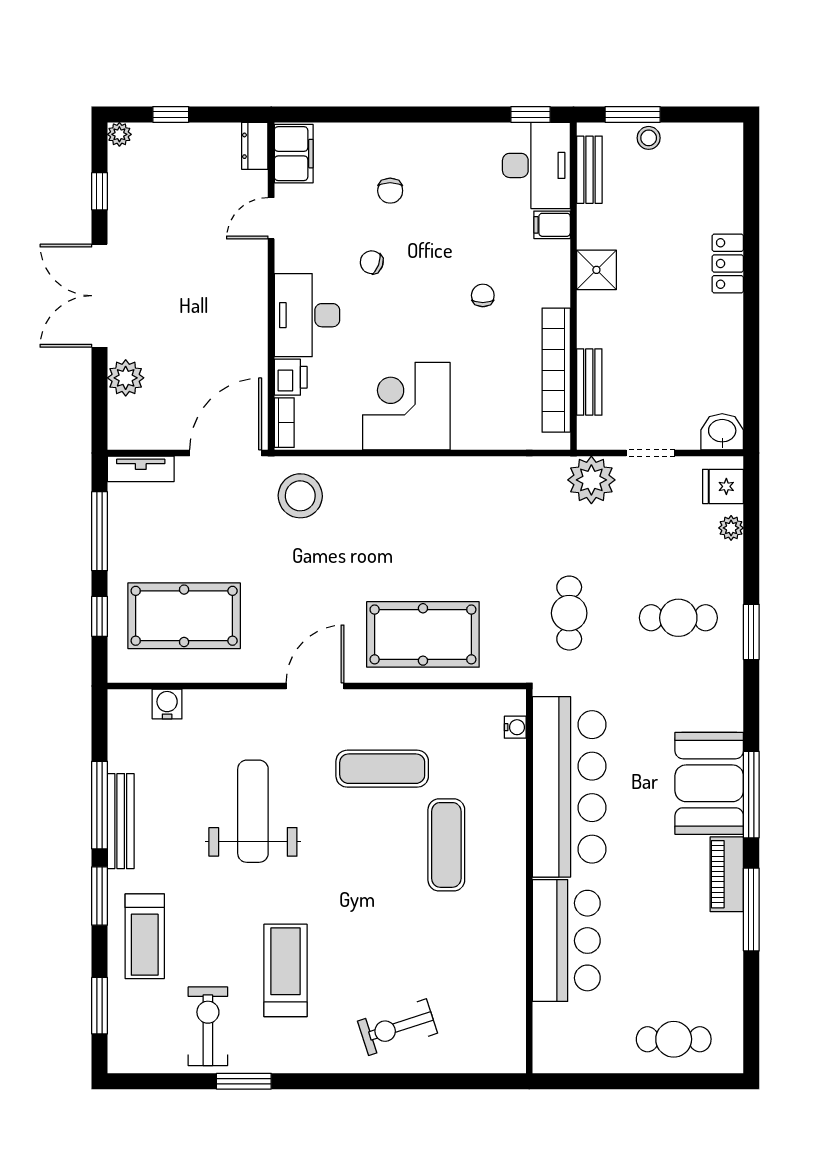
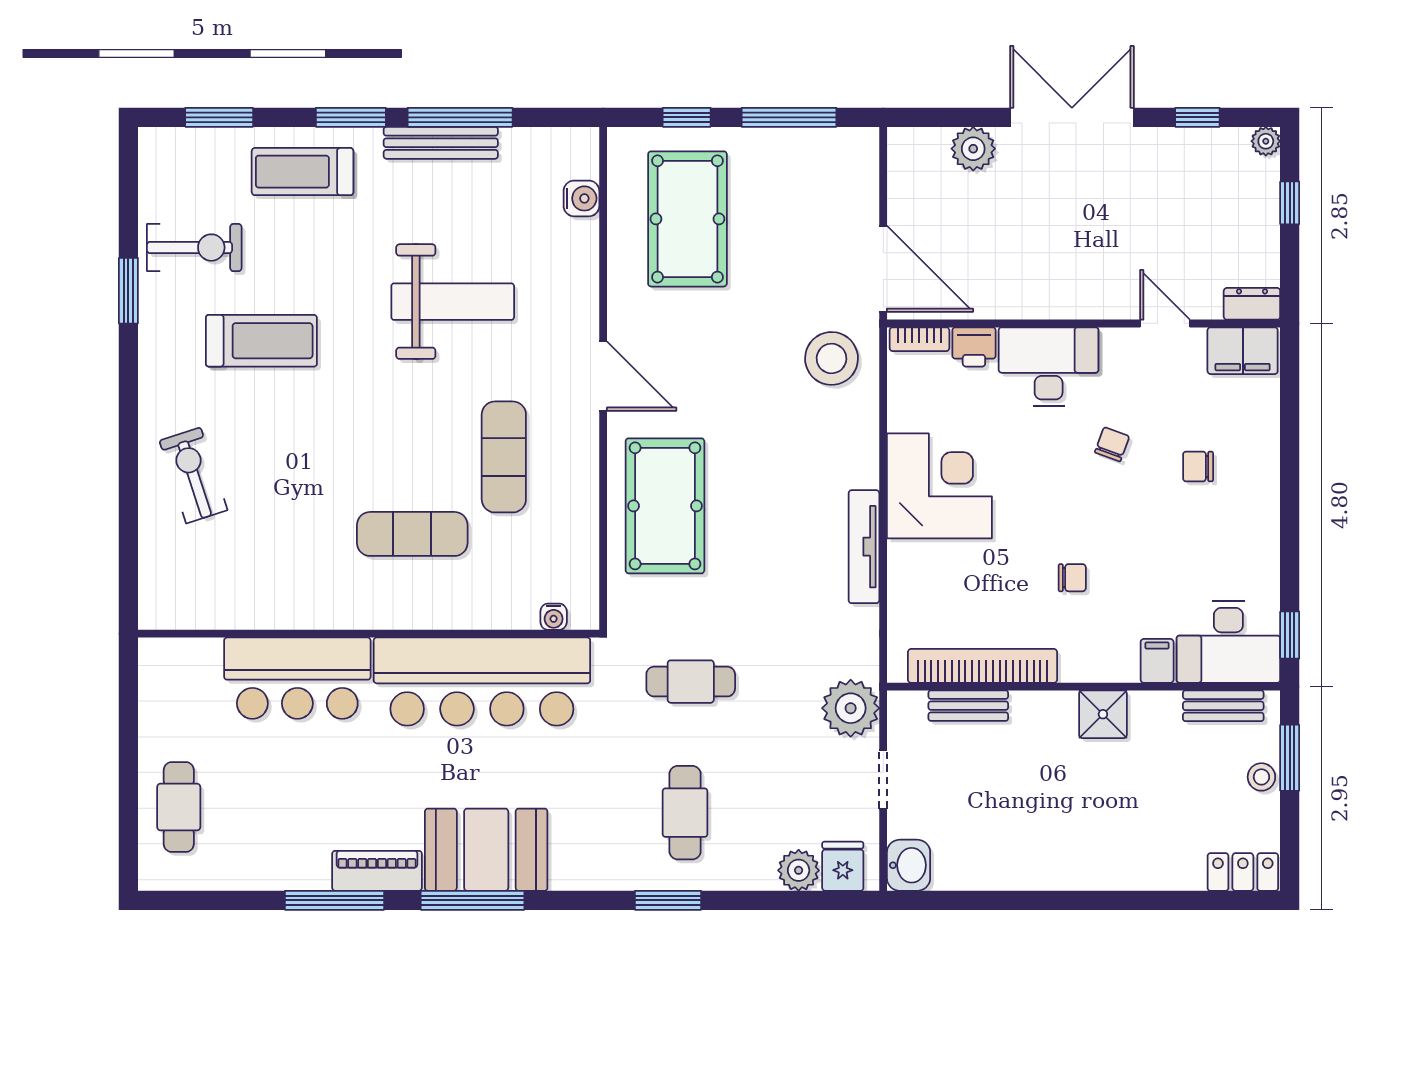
locker: (728, 263) -> (1243, 872), moved
tv unit: (141, 469) -> (864, 547), moved, width x1.41
plant: (731, 528) -> (799, 870), width x1.38, depth x1.38

